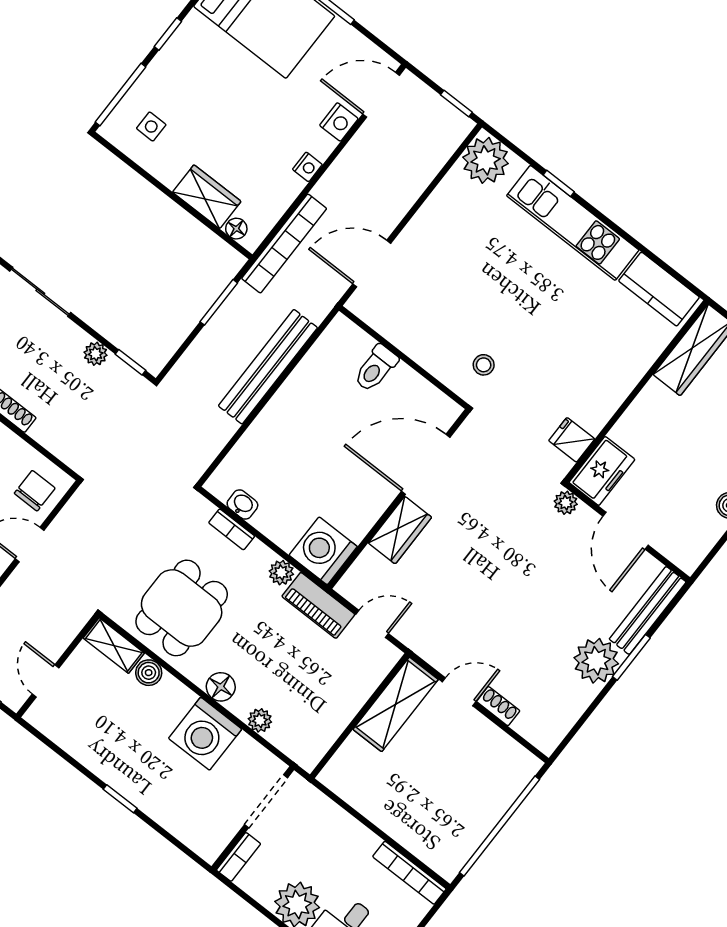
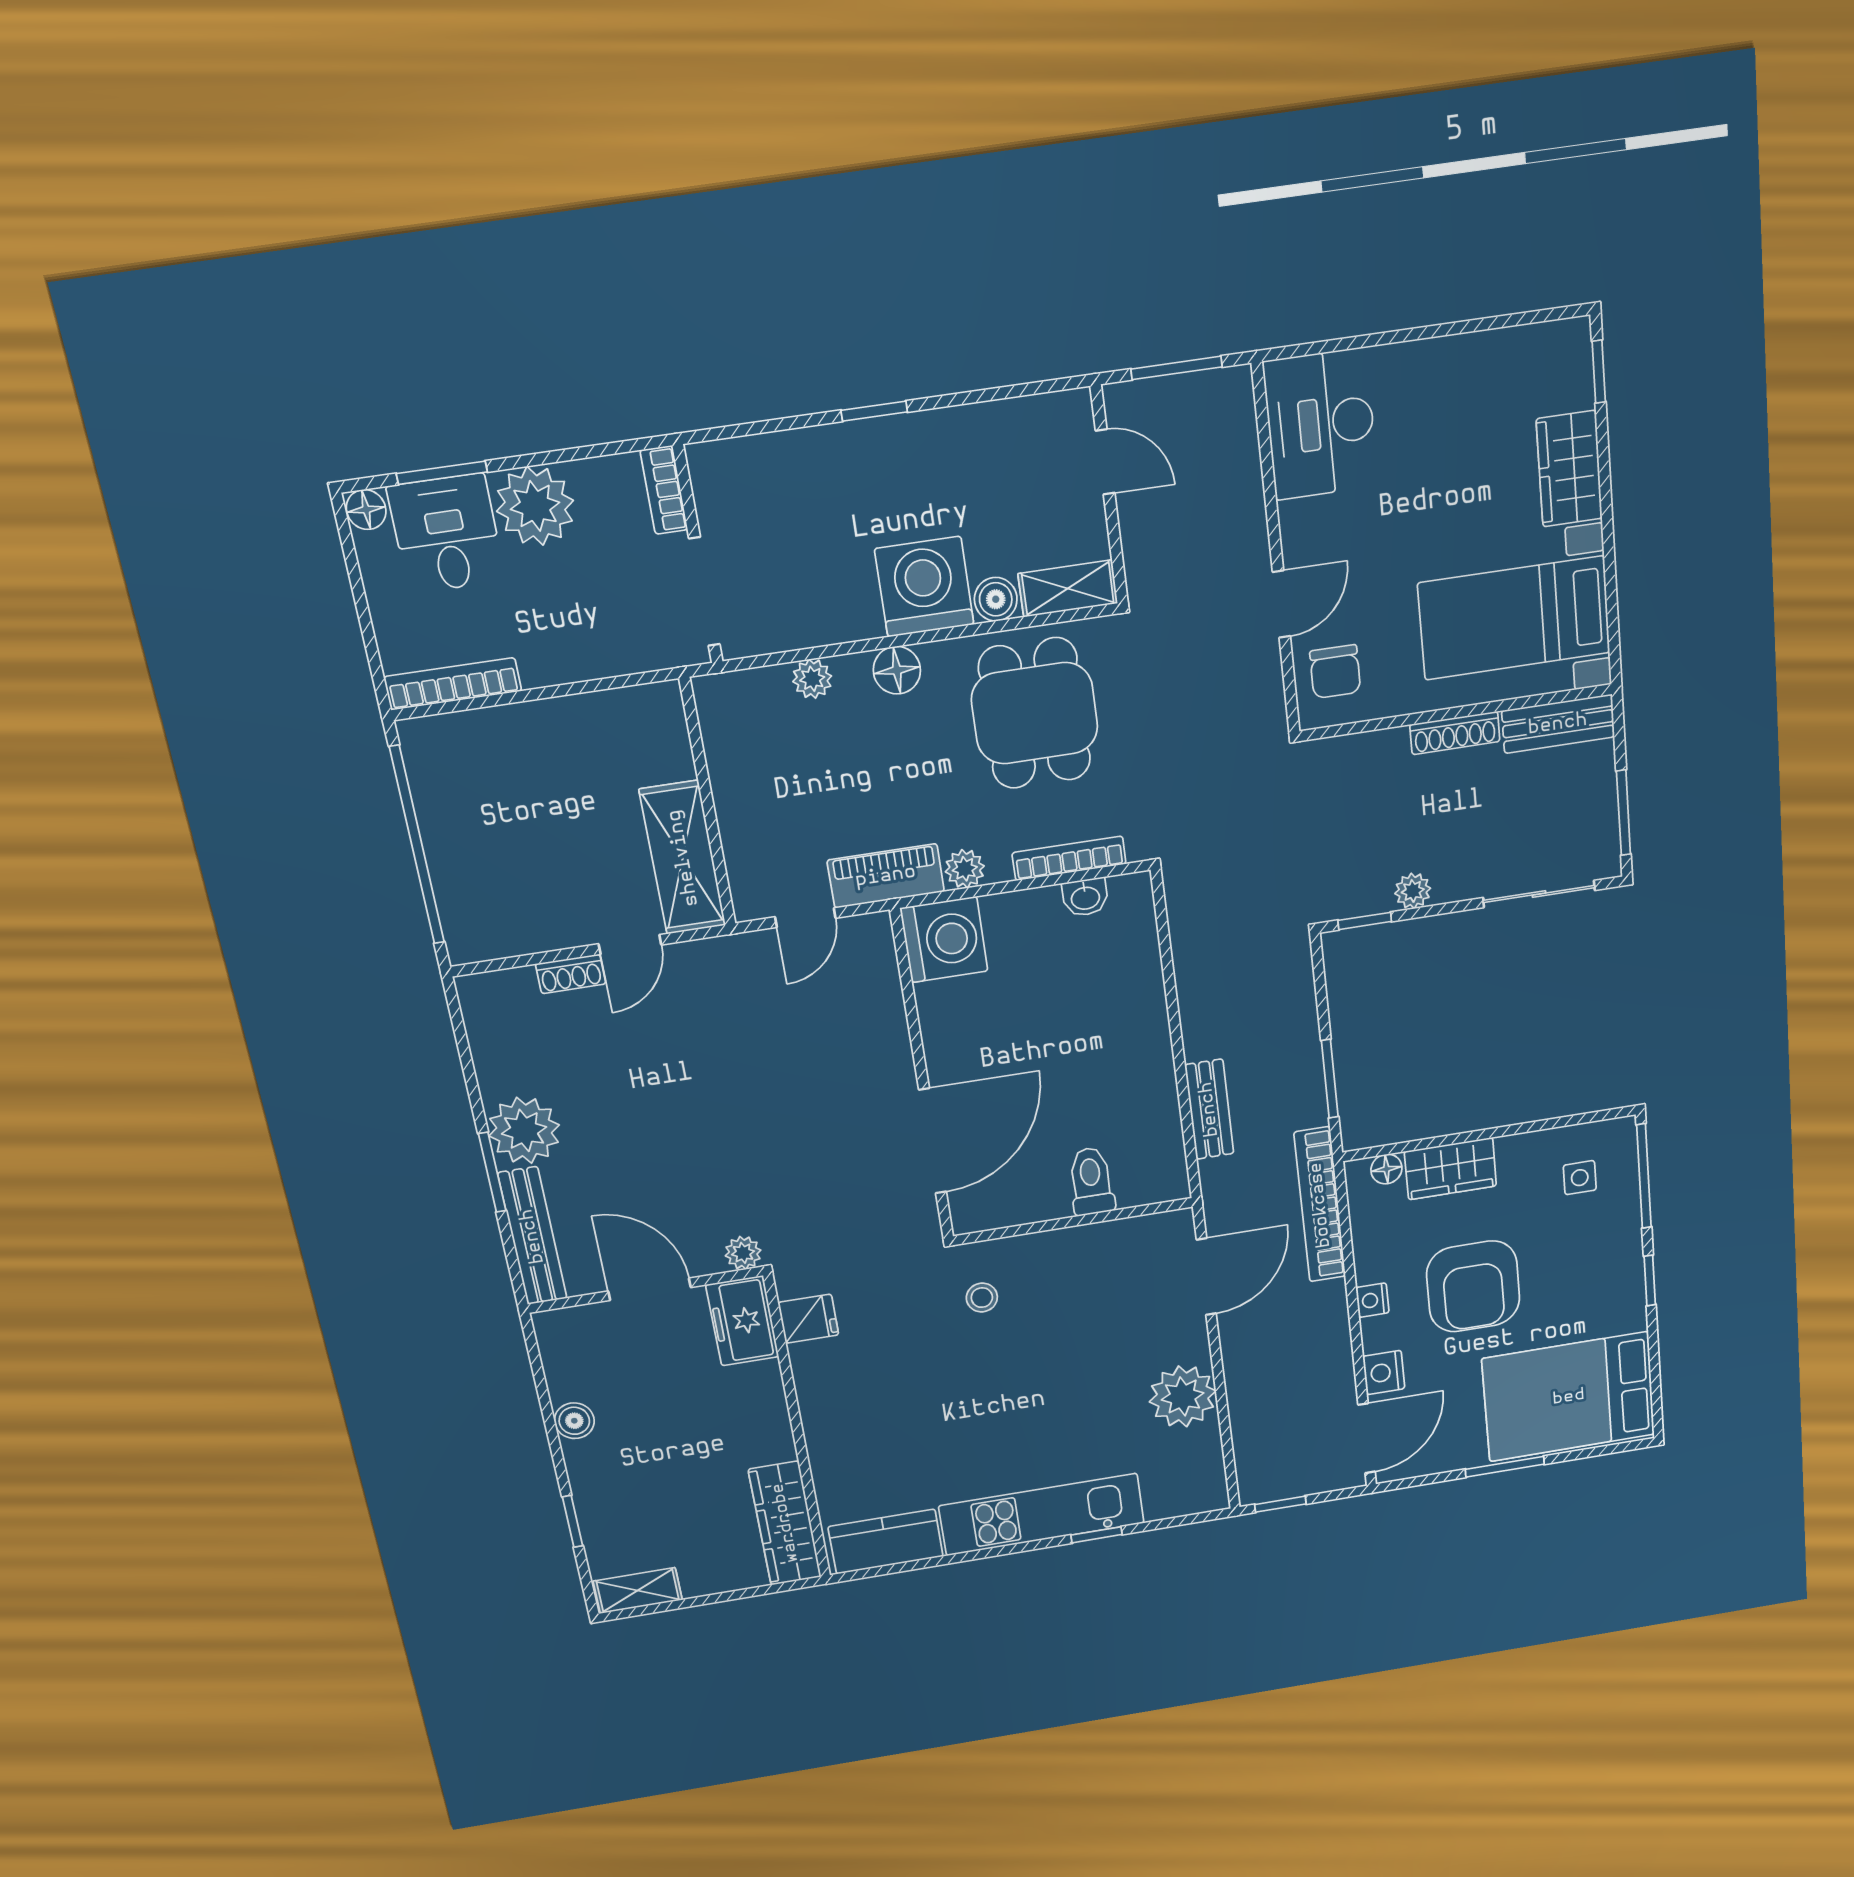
armchair: (254, 123) -> (1473, 1286), added
plant: (486, 160) -> (1183, 1396), moved
bench: (268, 367) -> (1209, 1109), width x0.54, depth x0.82
bookcase: (232, 529) -> (1069, 858), width x1.56
wardrobe: (400, 530) -> (885, 1047), removed
washing machine: (205, 734) -> (924, 587), moved

